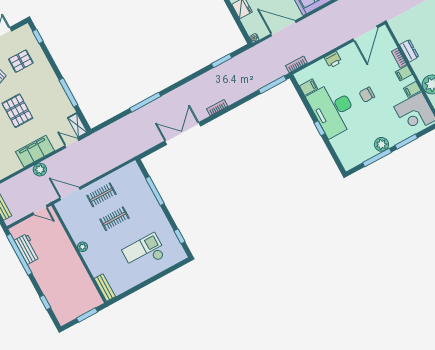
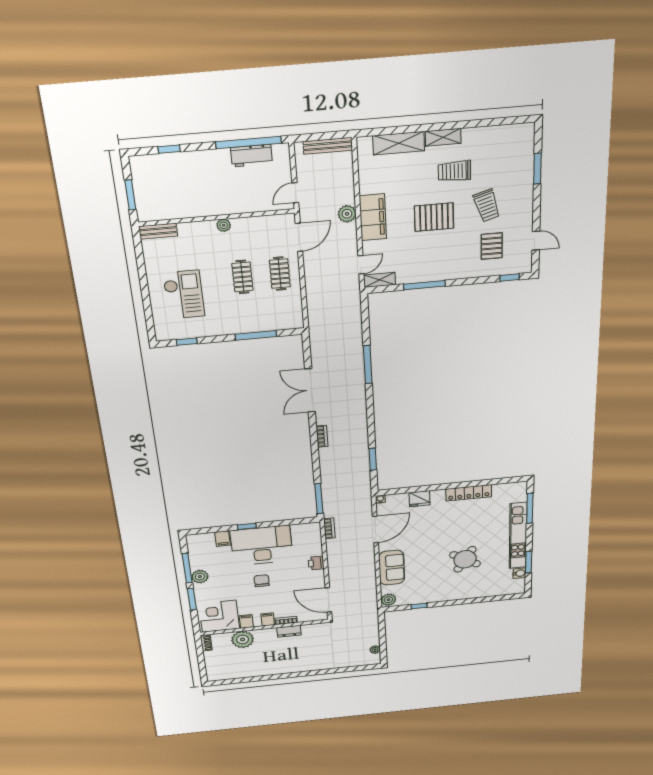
filing cabinet: (308, 87) -> (223, 539), moved
double door: (183, 134) -> (310, 390), swing flipped

